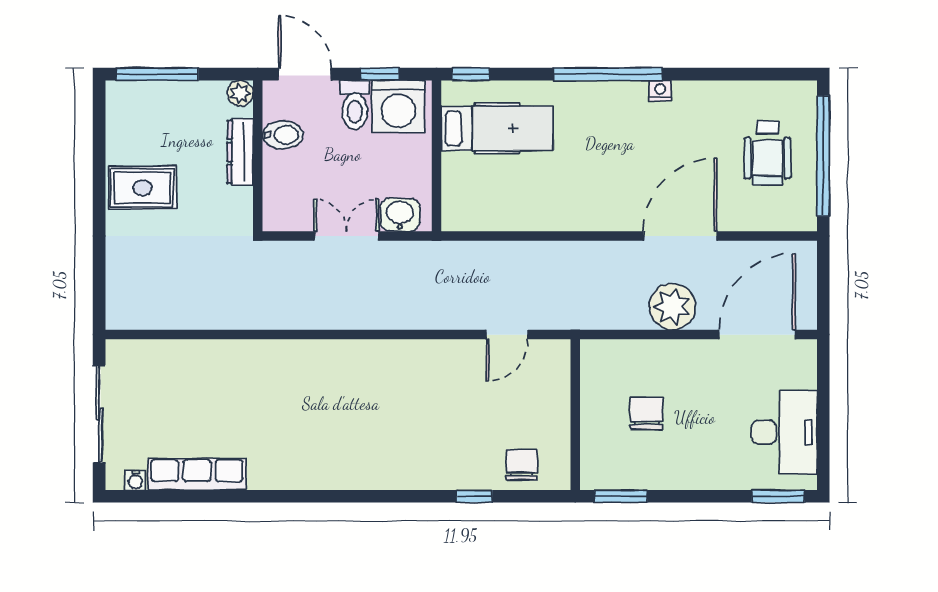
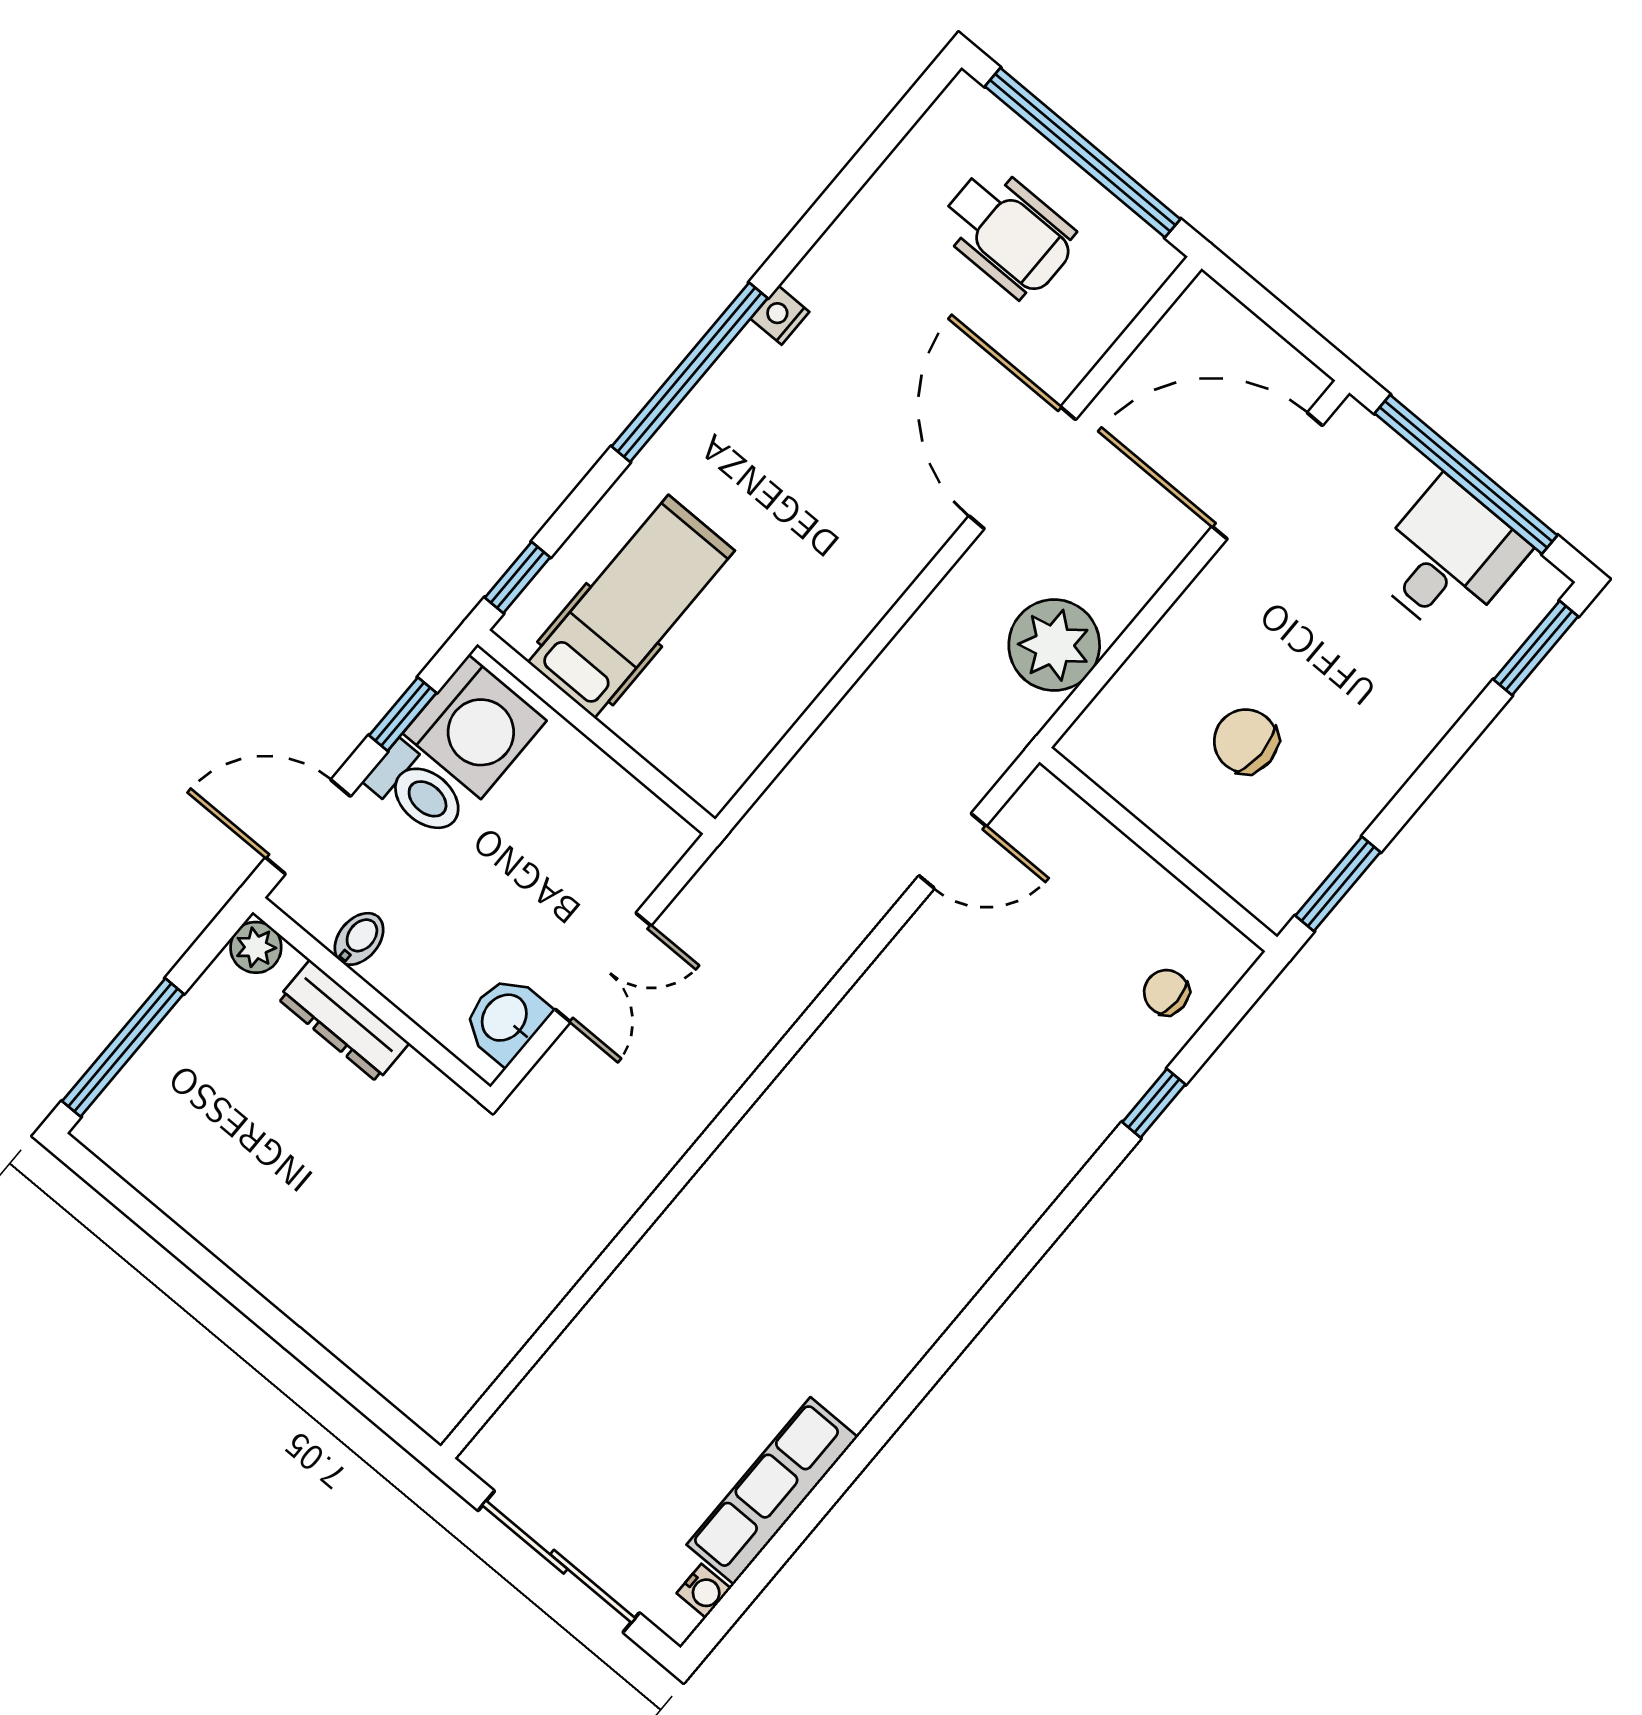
bidet: (283, 135) -> (359, 939), width x0.72, depth x0.74
rug: (142, 188) -> (275, 1212), removed
washbasin: (400, 215) -> (506, 1019), moved
double door: (346, 236) -> (603, 967), swing flipped
plant: (672, 307) -> (1054, 645), moved
door: (507, 335) -> (953, 851), hinge flipped
door: (757, 335) -> (1267, 476), hinge flipped
window: (823, 412) -> (1466, 474), added
desk: (784, 432) -> (1448, 559), width x0.73
chair: (522, 465) -> (1166, 992), width x0.73, depth x0.73

